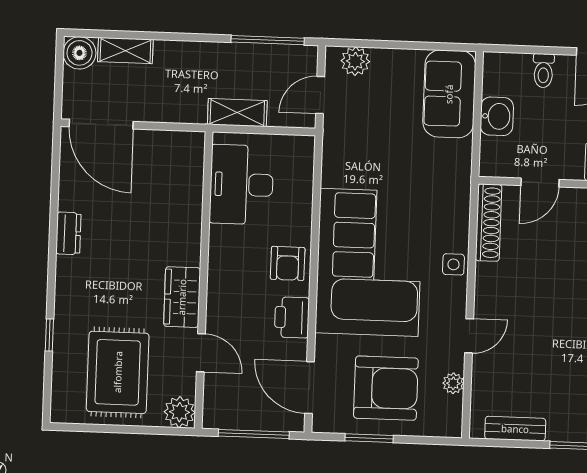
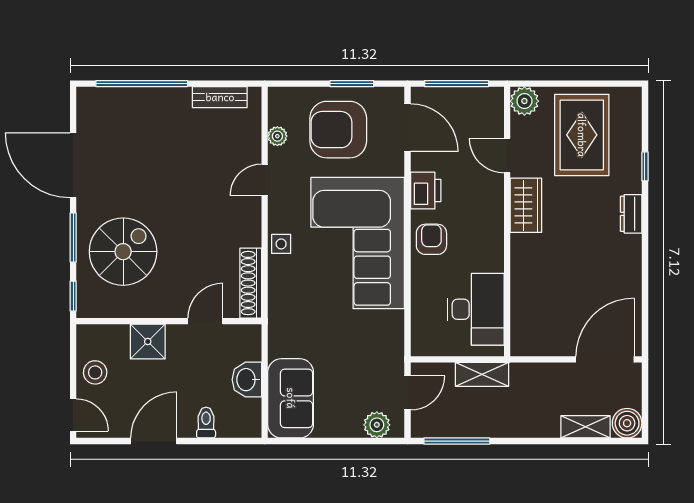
door: (101, 124) -> (605, 359), hinge flipped
dresser: (68, 233) -> (631, 214), moved

